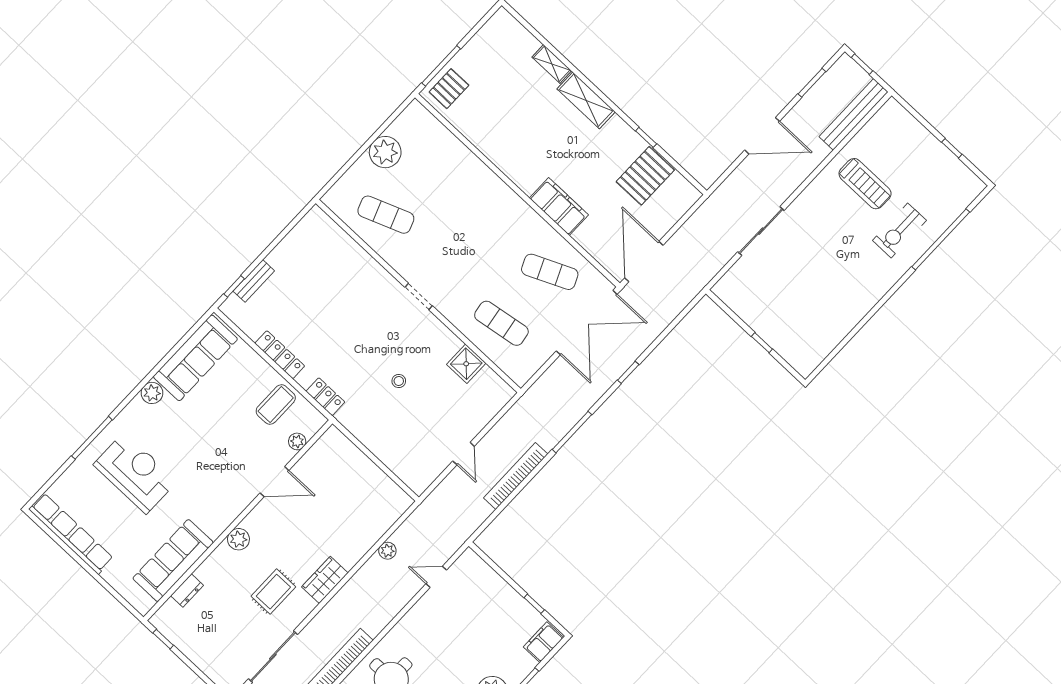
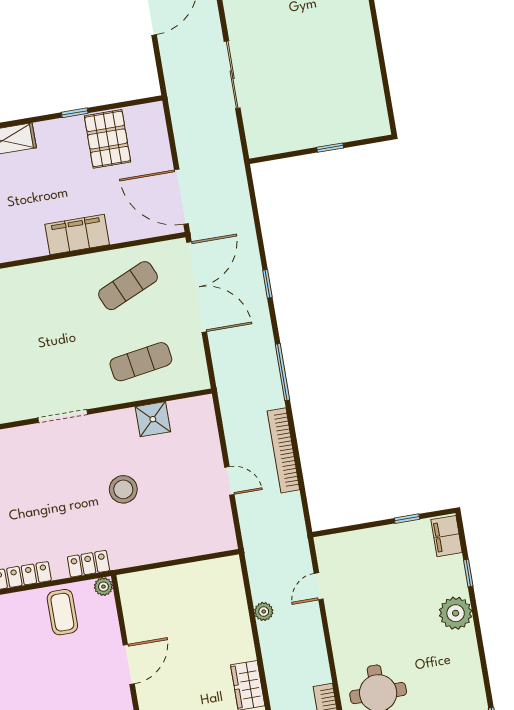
doorway: (419, 297) -> (63, 416), width x1.38
stool: (399, 381) -> (123, 489), width x1.89, depth x1.89
plant: (297, 441) -> (103, 587), moved

